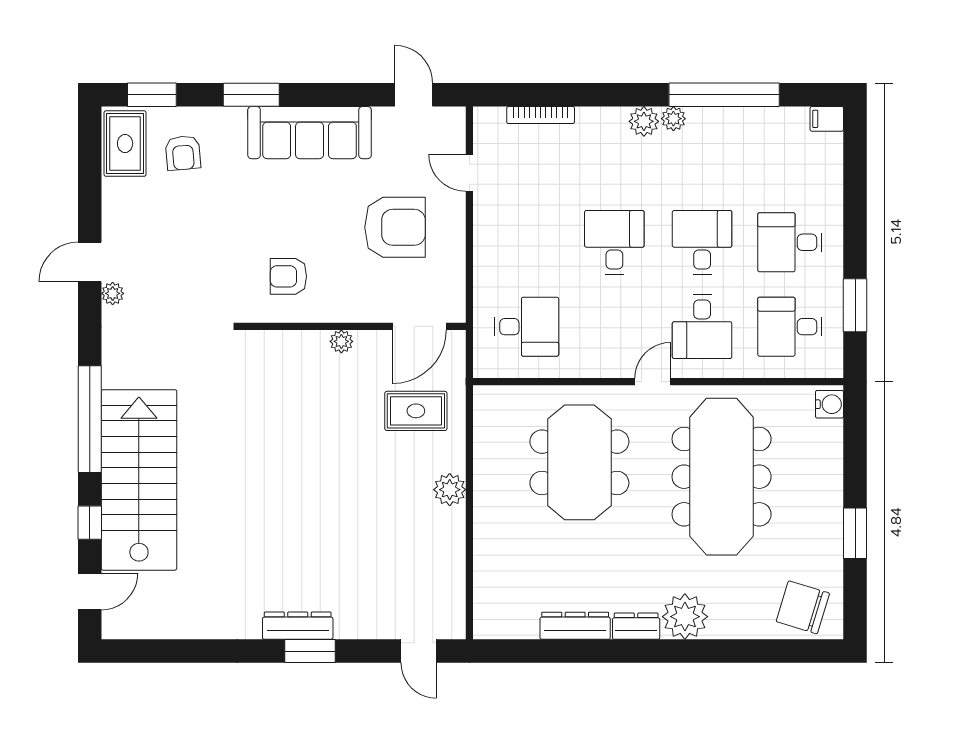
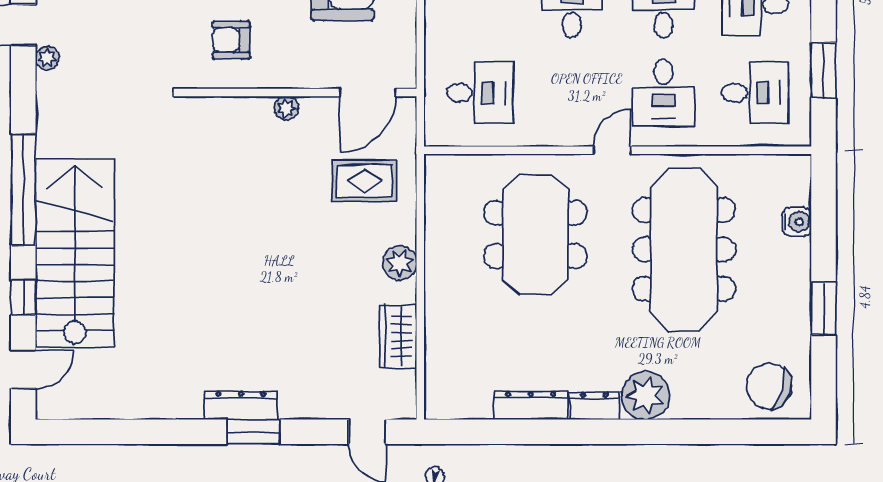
desk: (790, 327) -> (755, 93), turned 180
water cooler: (830, 404) -> (797, 222), moved
wardrobe: (448, 560) -> (398, 336), added

